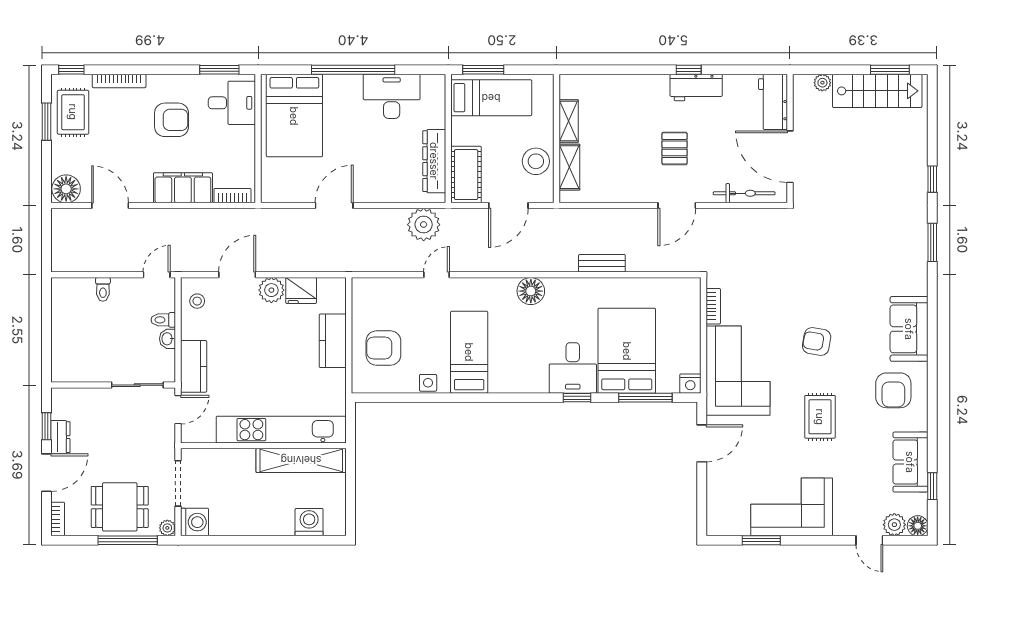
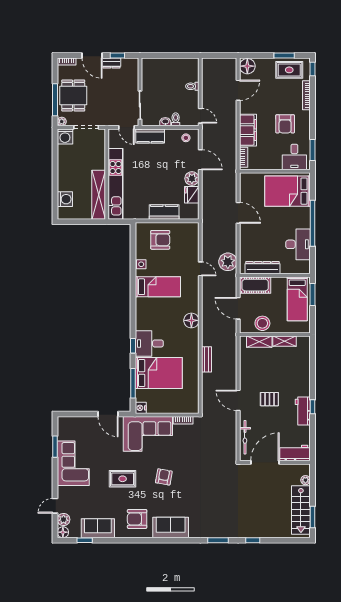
armchair: (383, 348) -> (160, 240), turned 90

